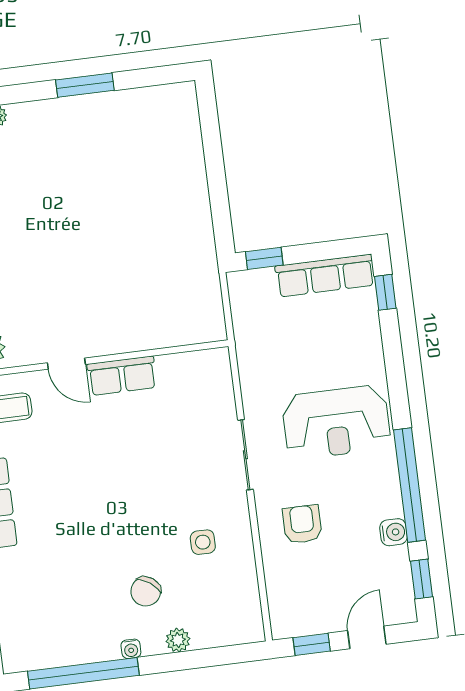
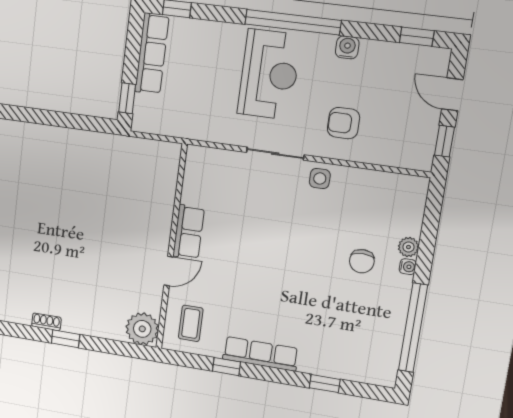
window: (410, 485) -> (293, 22), moved
water cooler: (394, 532) -> (347, 47), moved
side table: (203, 542) -> (320, 178), moved
chair: (146, 591) -> (362, 261), turned 54
water cooler: (131, 649) -> (408, 267), moved

